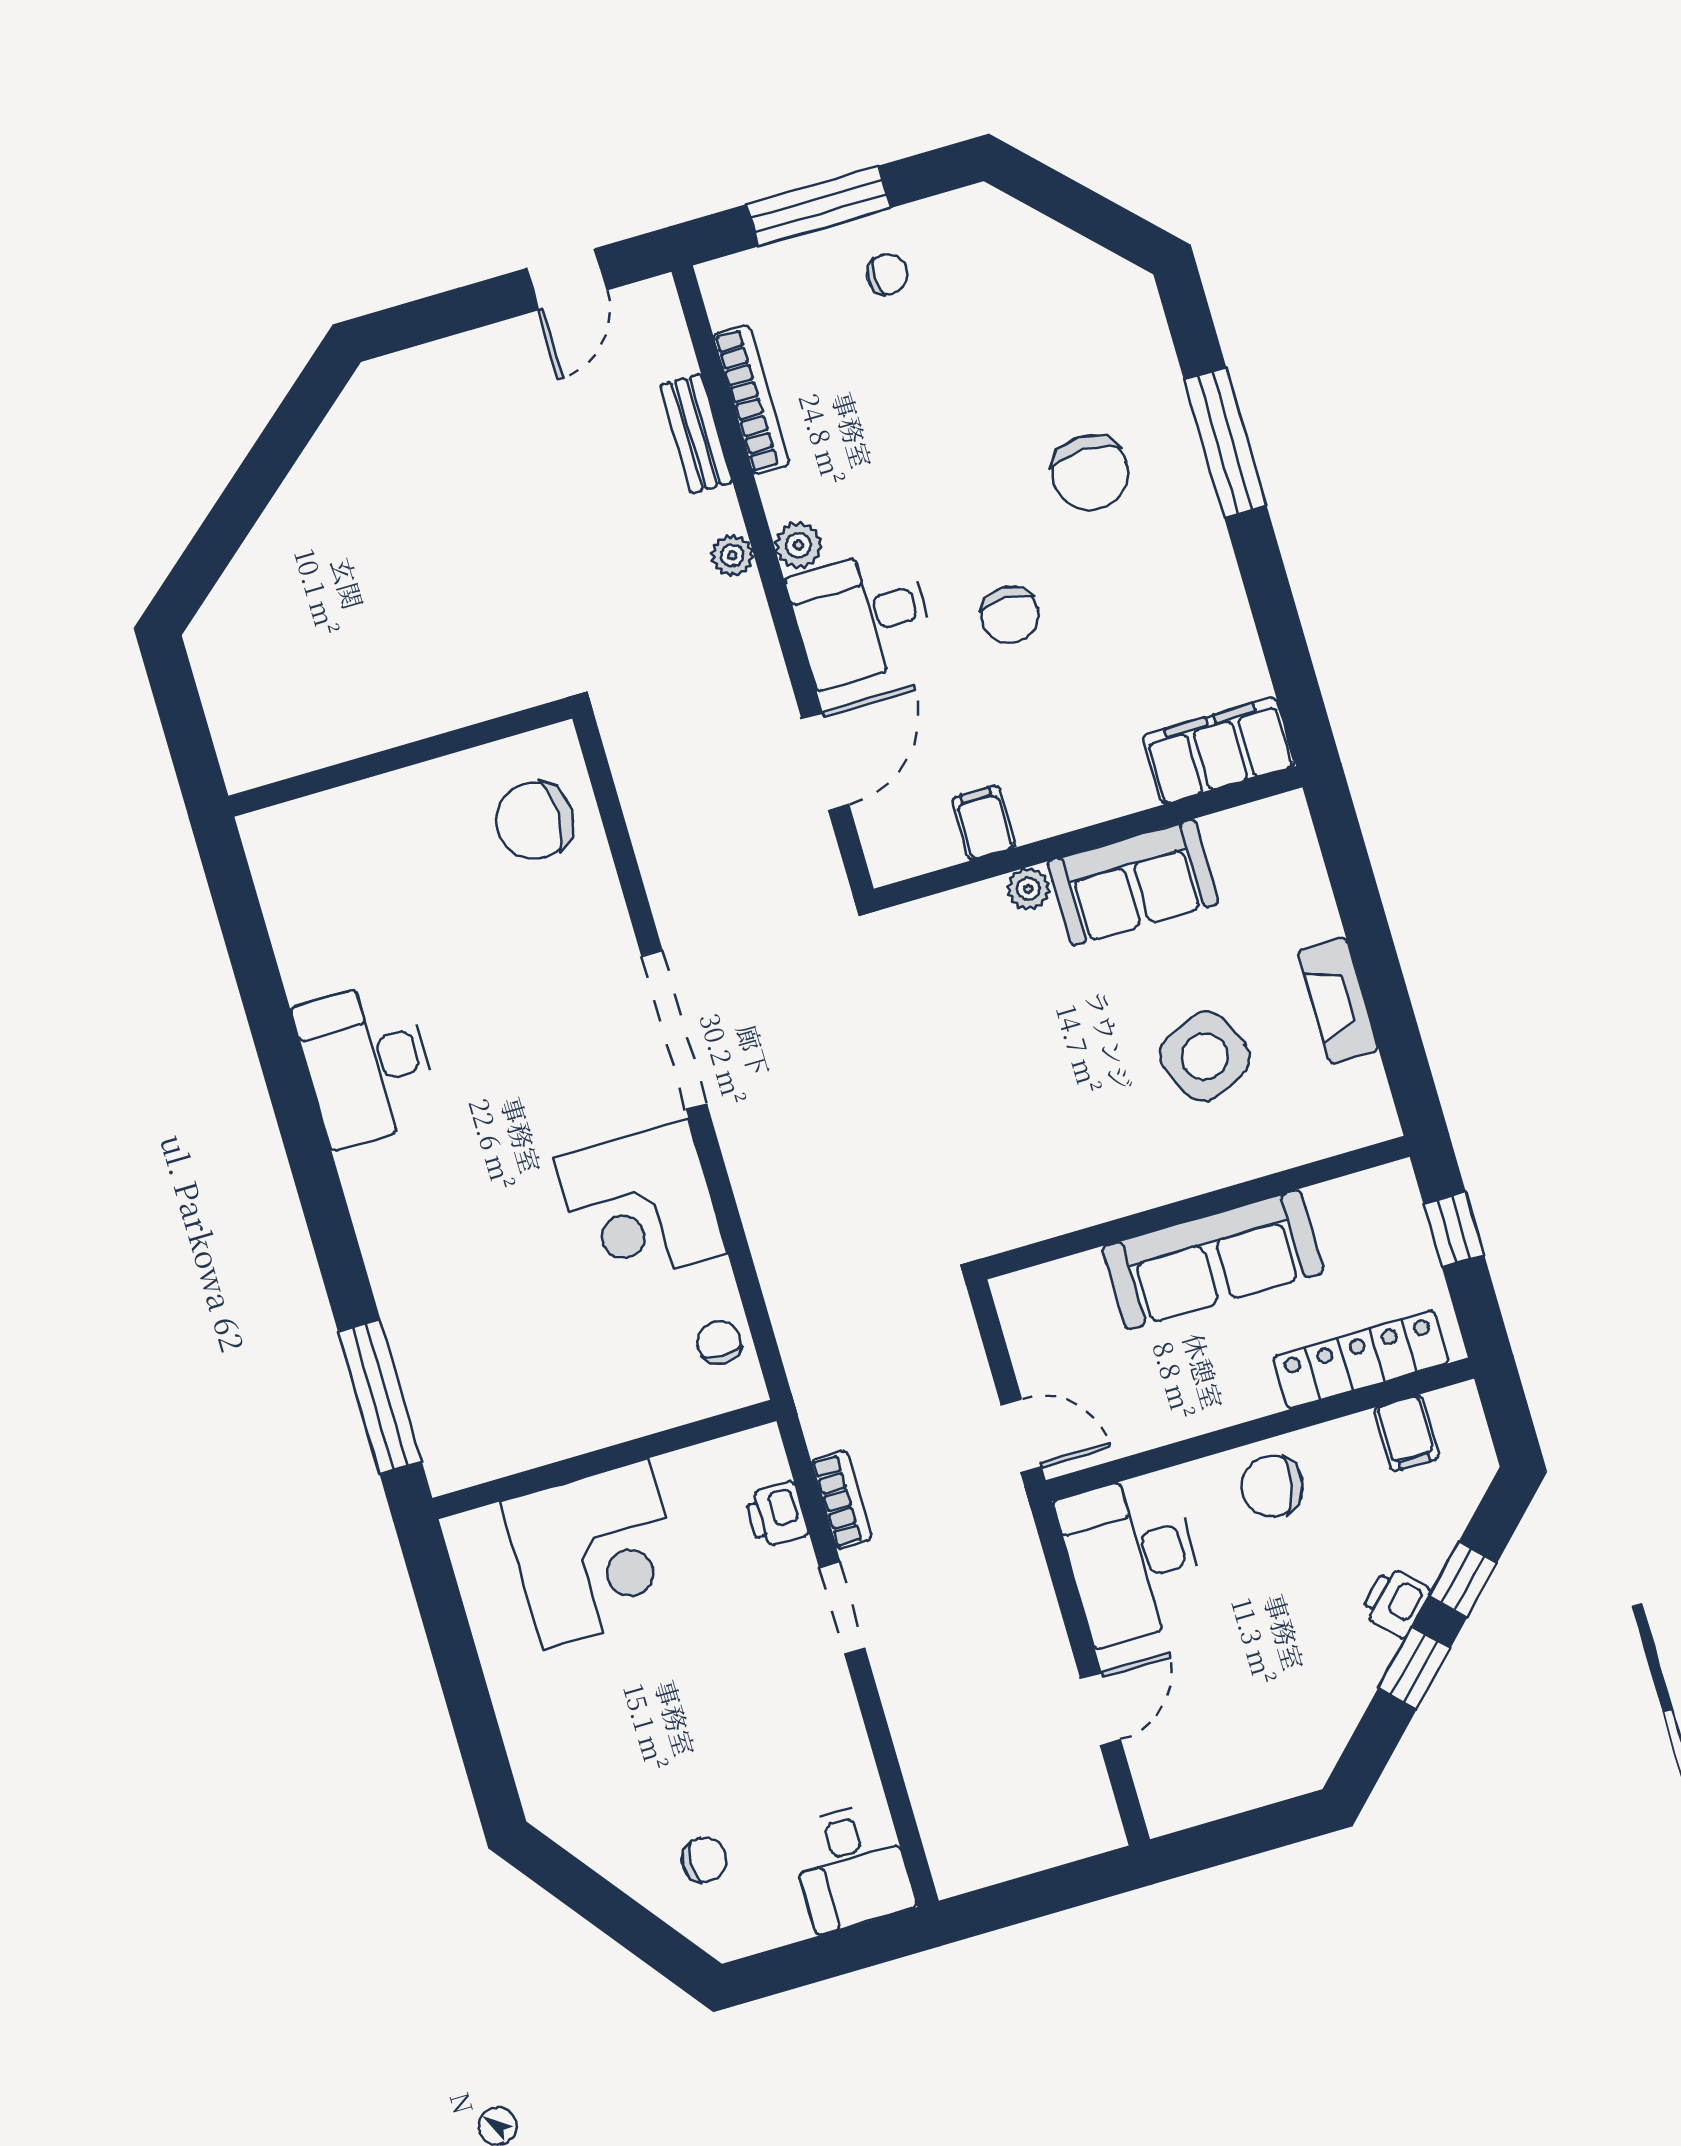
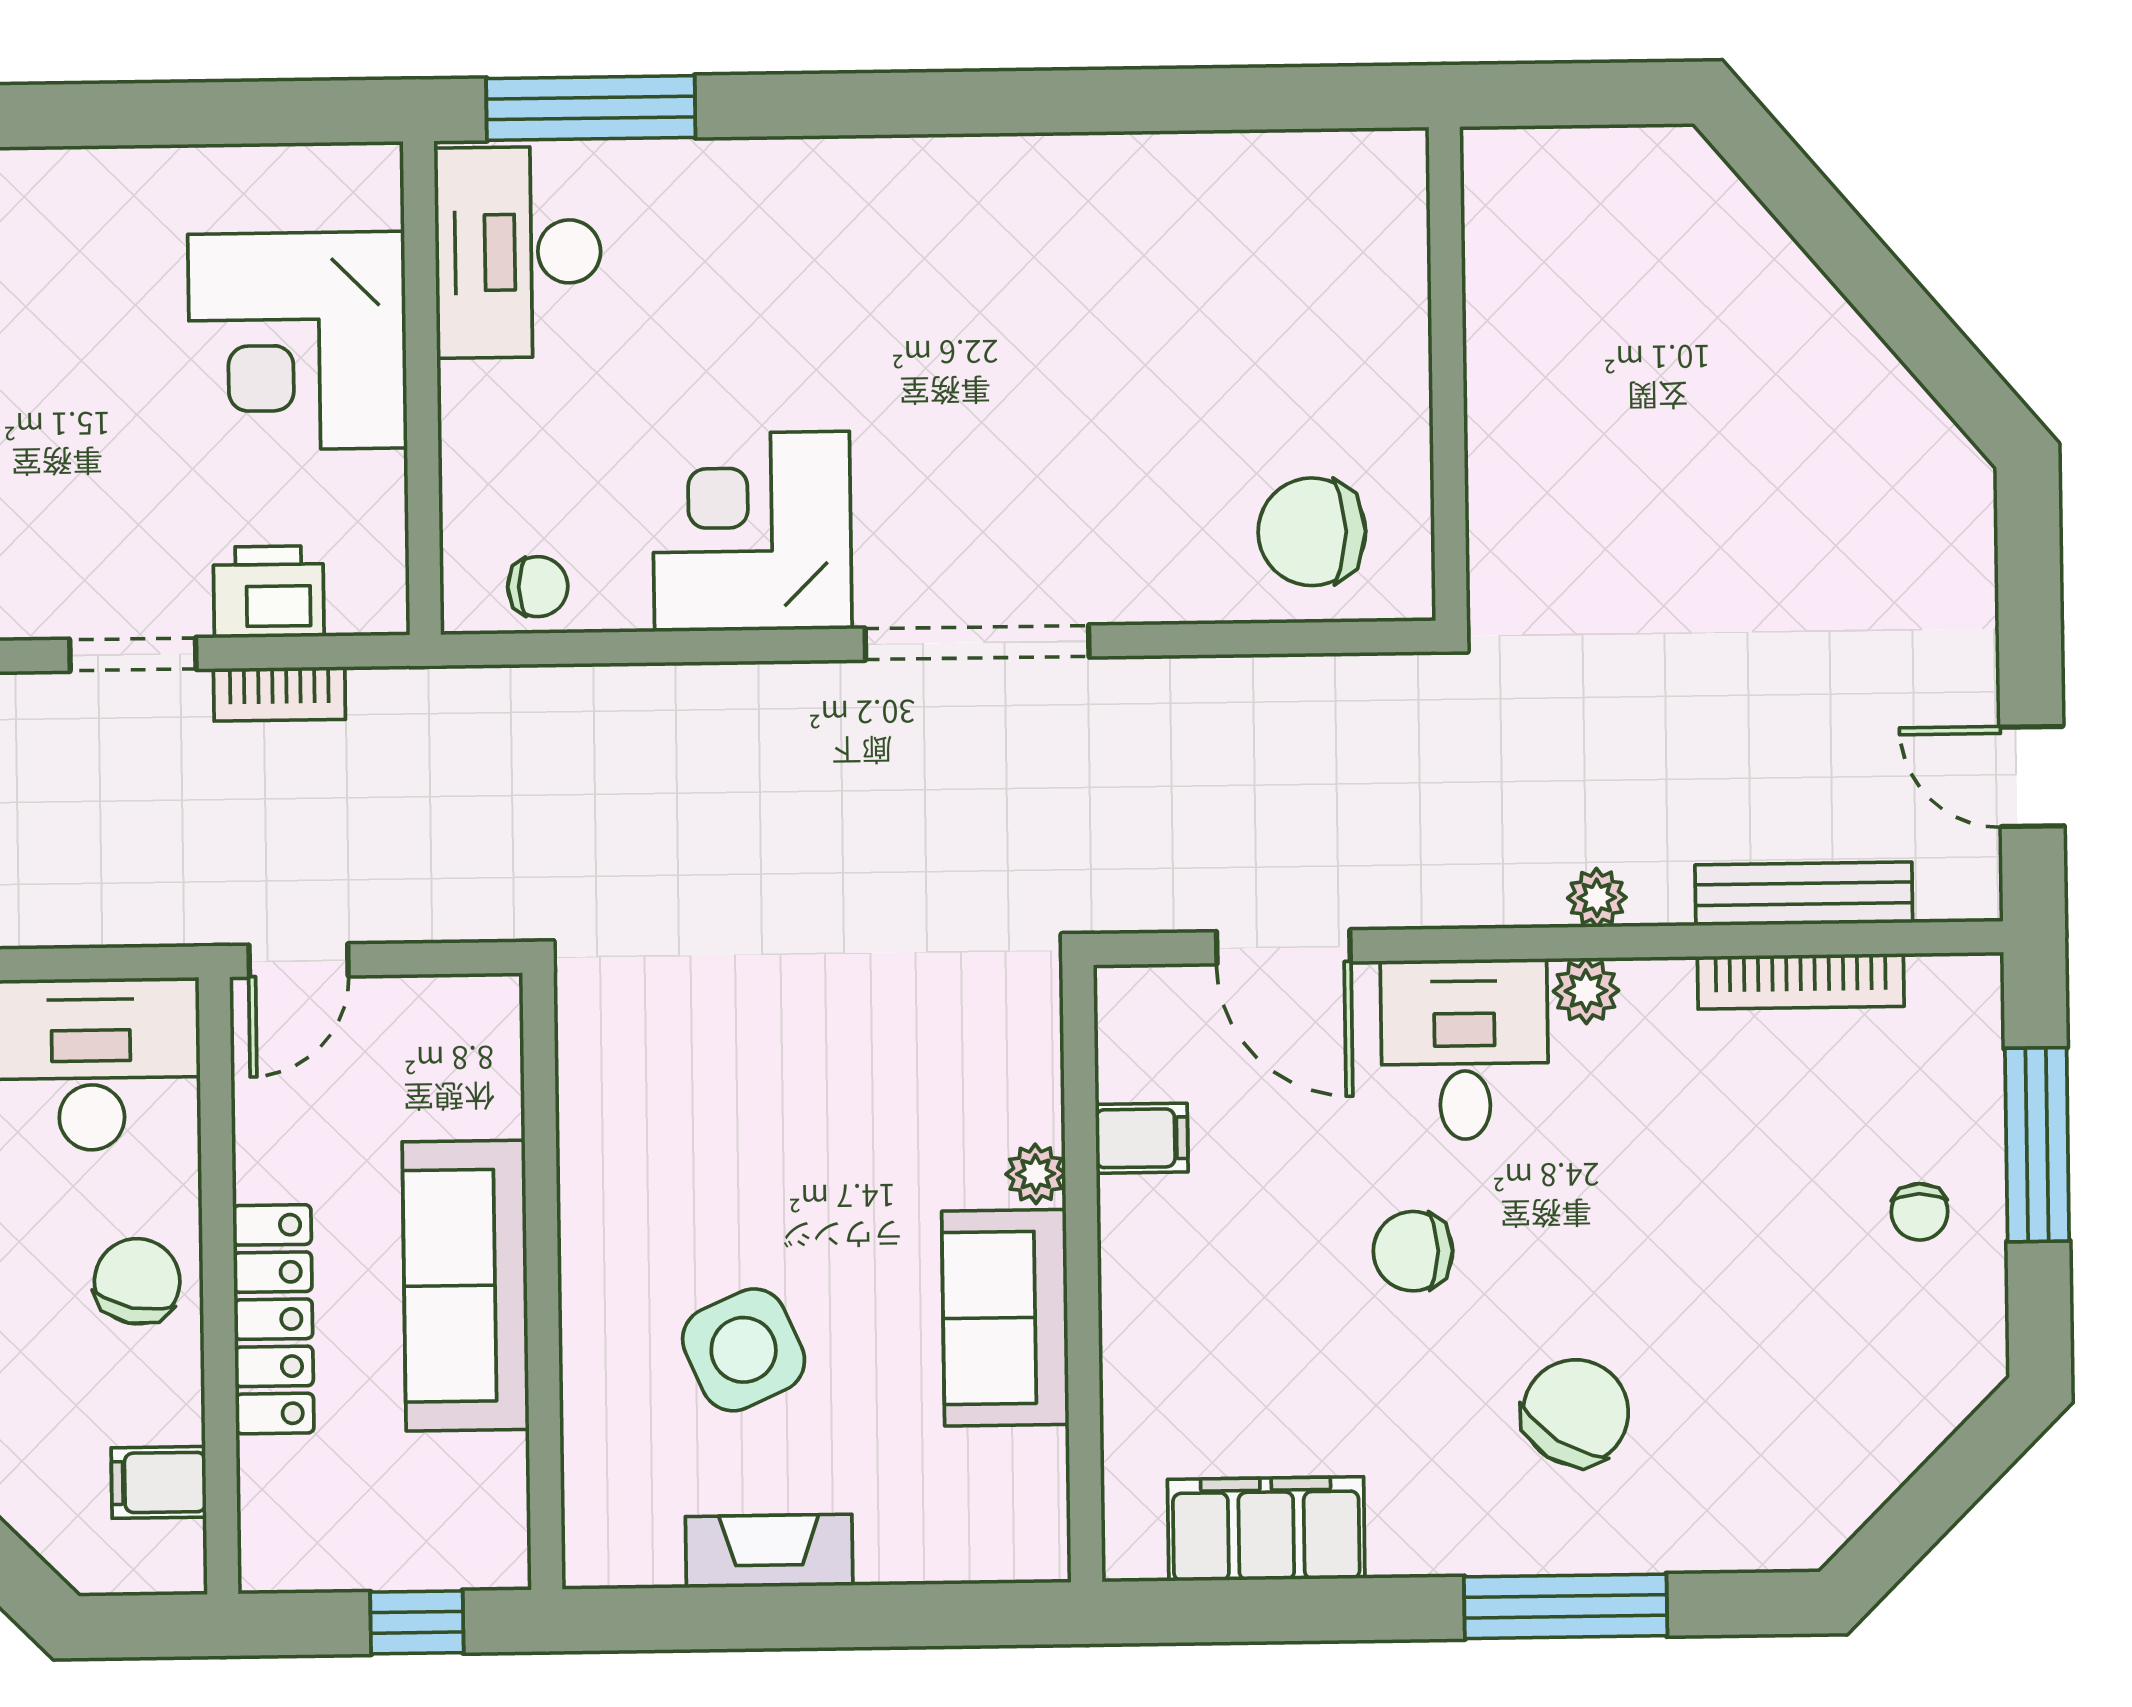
bench: (696, 434) -> (1804, 894), width x1.36
chair: (1090, 473) -> (1576, 1412), turned 123
filing cabinet: (1219, 751) -> (1266, 1529), moved, turned -90
chair: (535, 821) -> (1312, 532), turned -90
desk: (367, 1063) -> (518, 252), moved, turned -90
locker: (1361, 1360) -> (273, 1319), moved
printer: (776, 1515) -> (269, 592), width x1.36, depth x1.24

